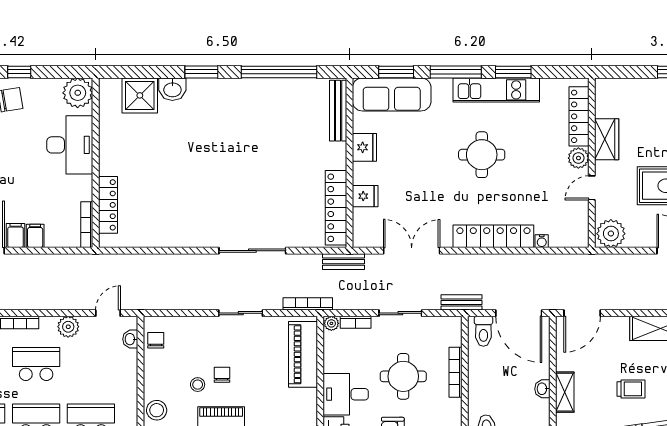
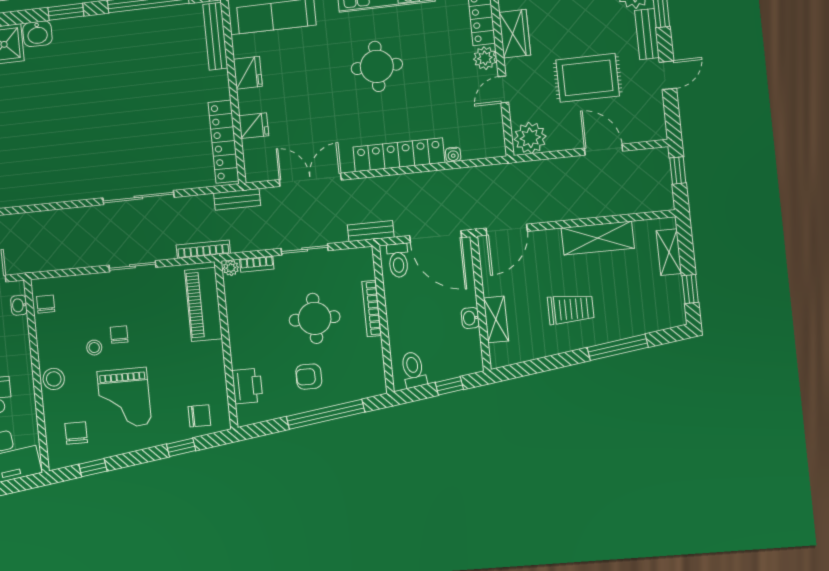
trolley: (631, 389) -> (571, 309), width x1.36, depth x1.39
desk: (346, 394) -> (254, 344), removed

